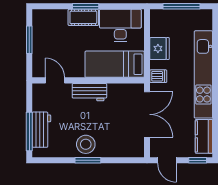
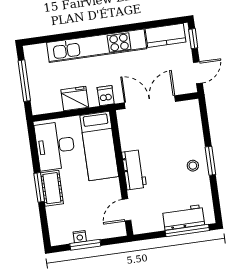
nightstand: (37, 36) -> (80, 237), added
stool: (86, 144) -> (193, 166), width x0.53, depth x0.53

